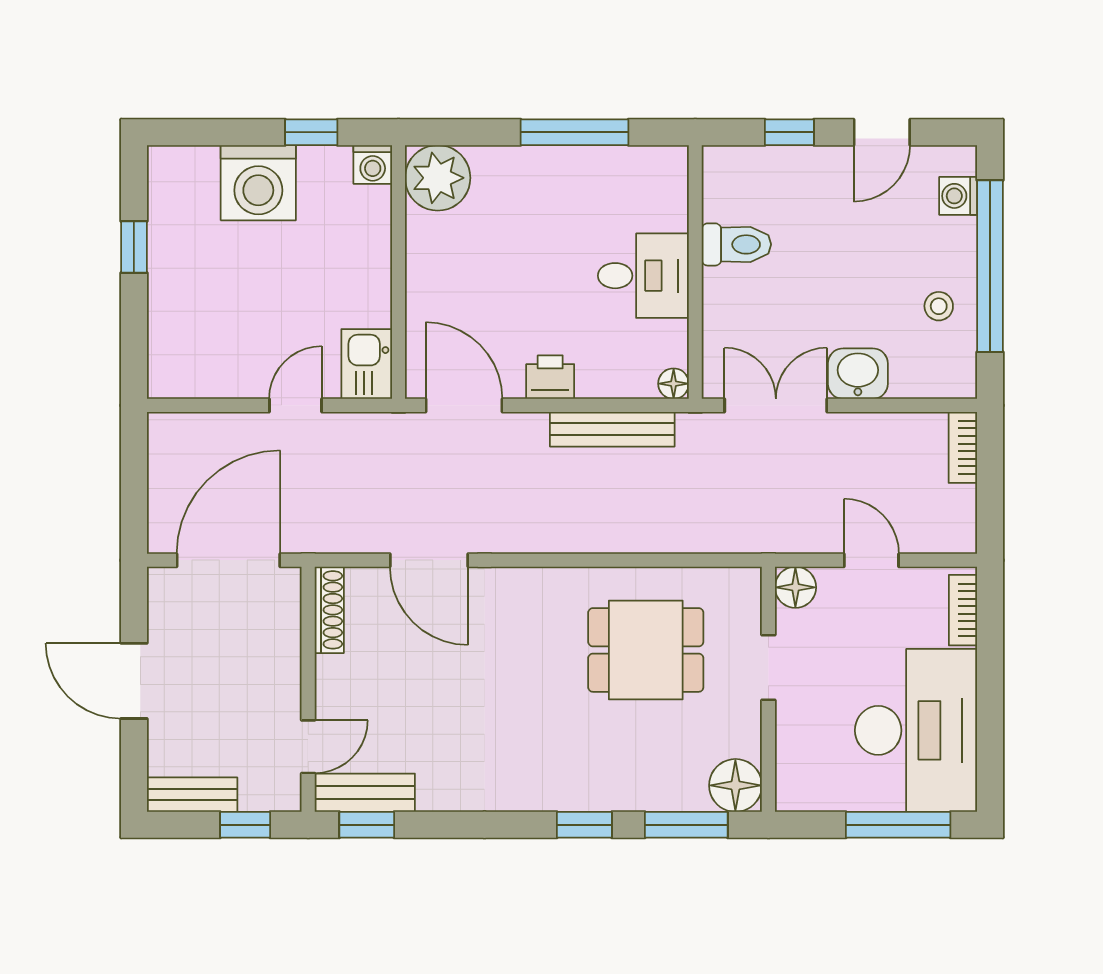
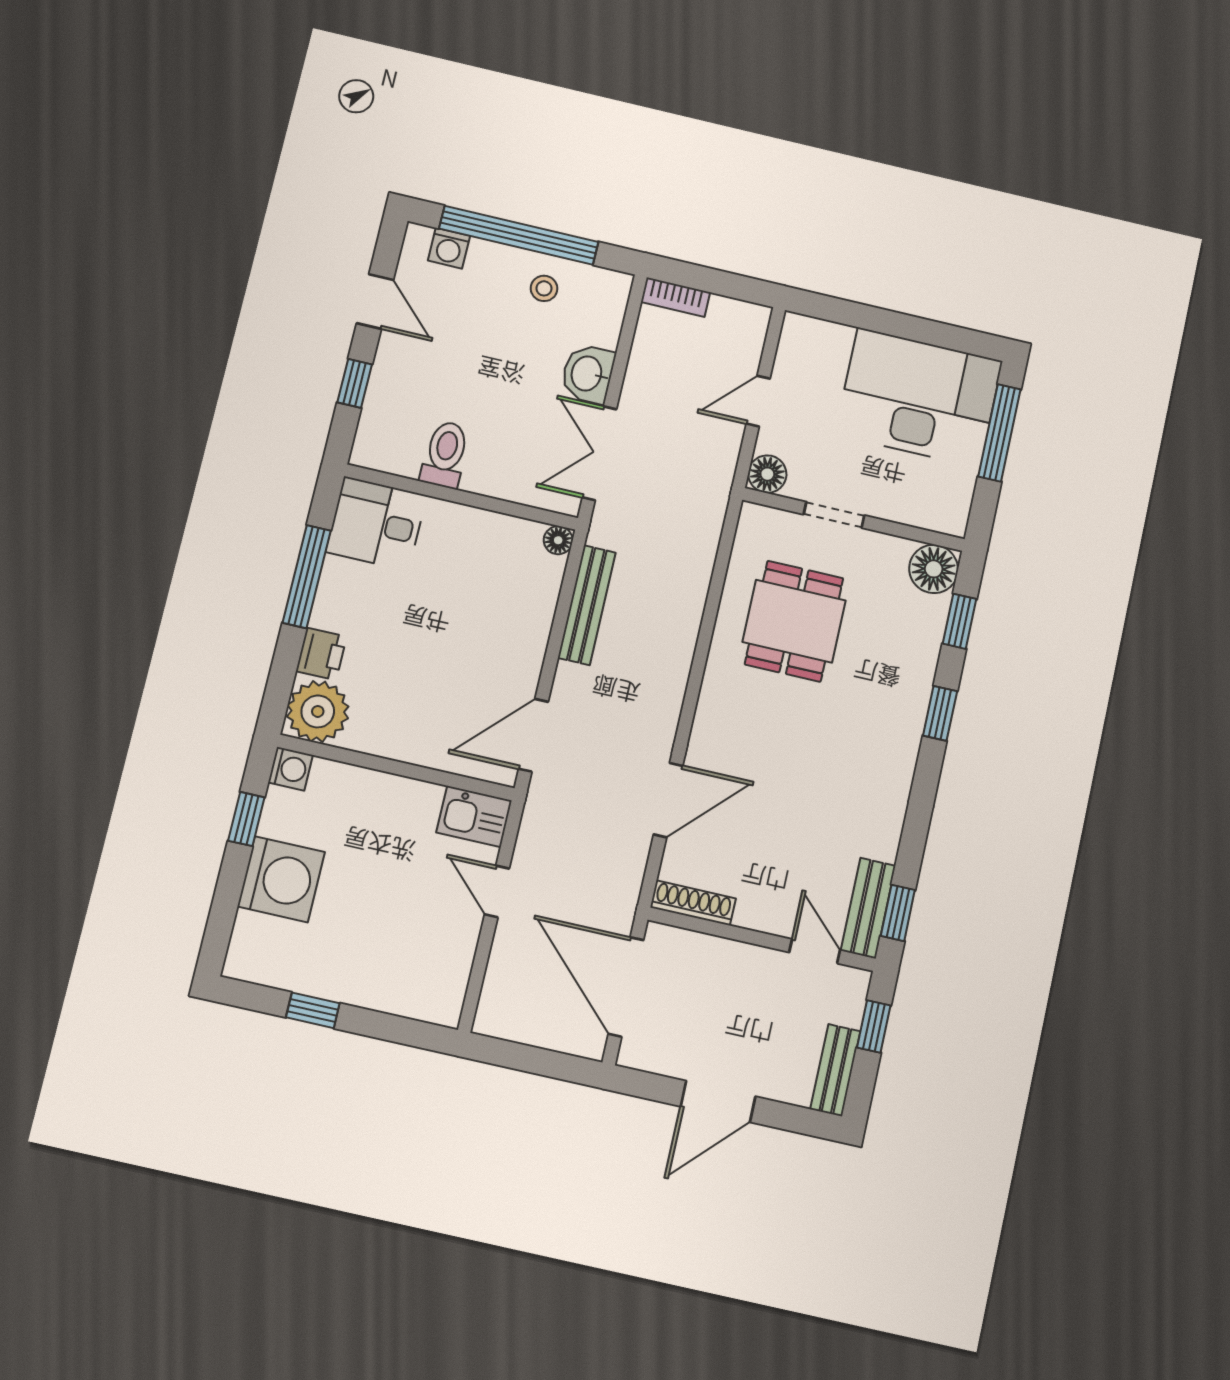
desk: (643, 276) -> (376, 524), moved, turned -90
printer: (550, 377) -> (321, 654), moved, turned 180
bookcase: (963, 610) -> (821, 331), removed
window: (686, 825) -> (960, 621), width x0.67

